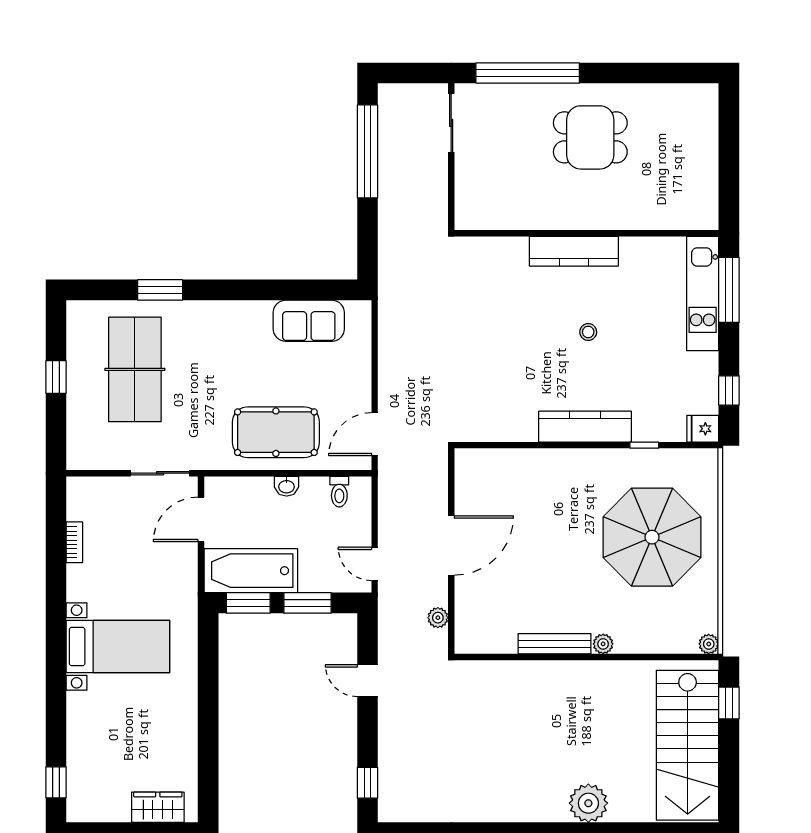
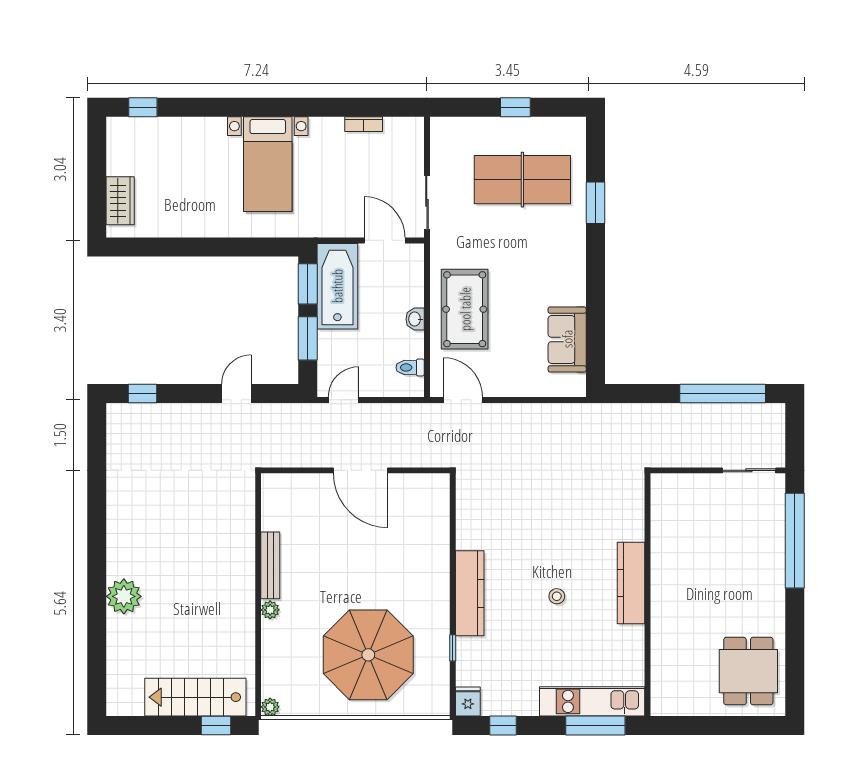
dining table: (590, 137) -> (748, 671), moved
plant: (438, 618) -> (294, 458), removed
stairs: (688, 745) -> (195, 697), width x0.73, depth x0.66

